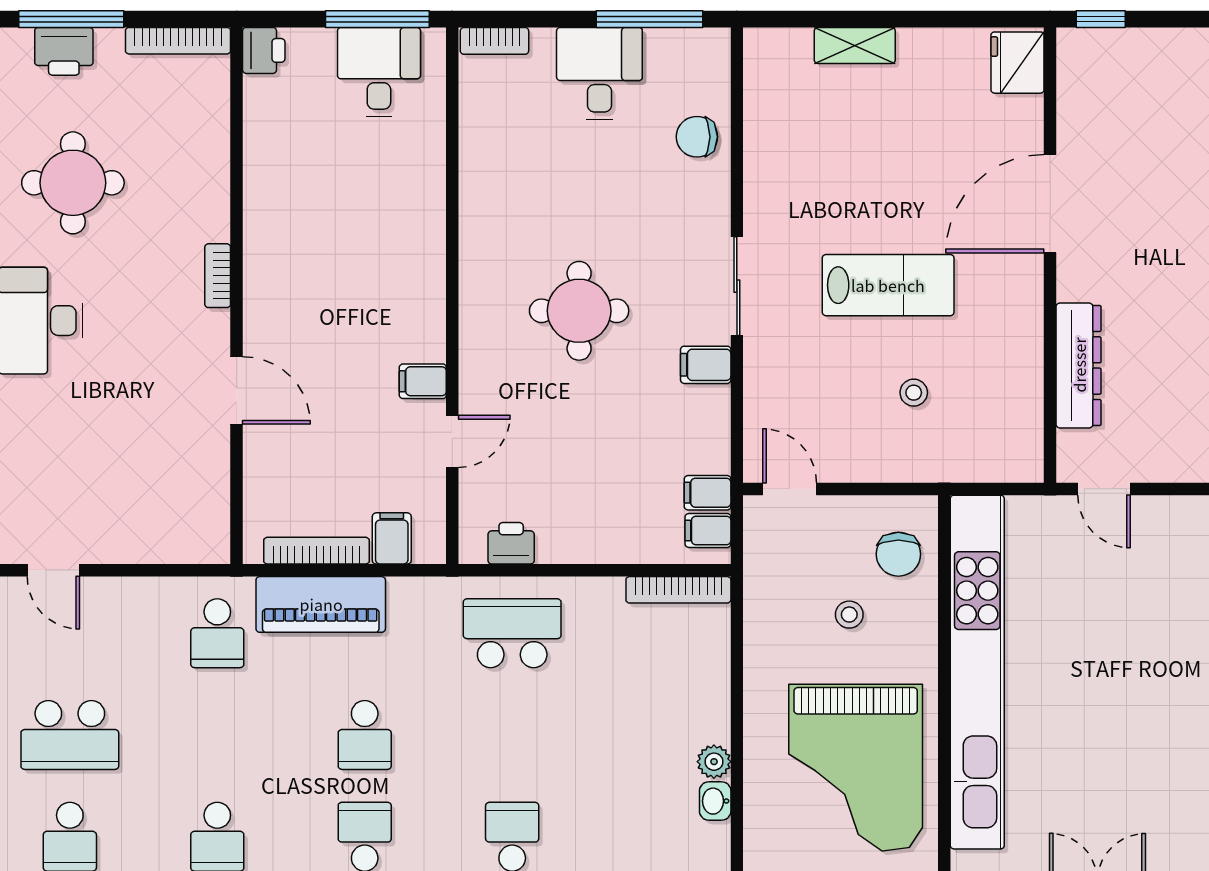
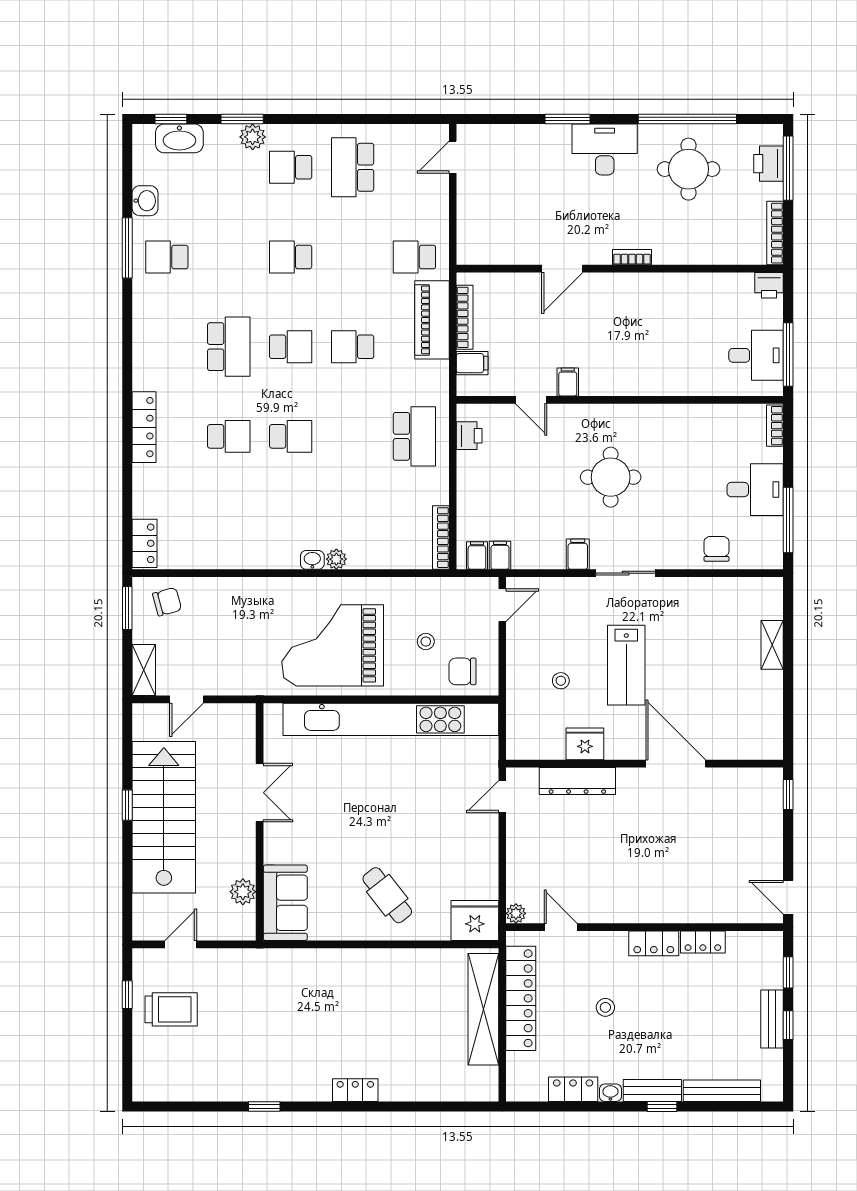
fridge: (1017, 63) -> (585, 744), moved

